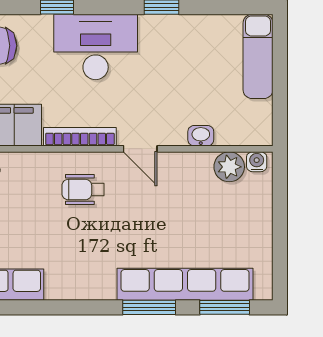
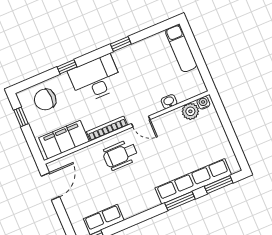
wheelchair: (83, 190) -> (120, 155), width x1.36, depth x1.37

